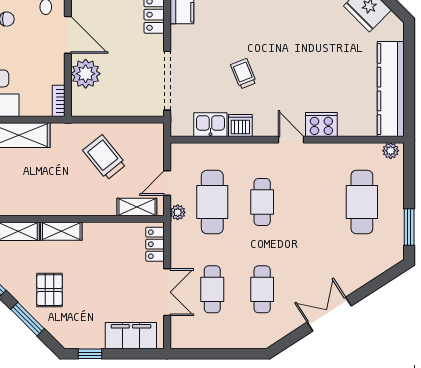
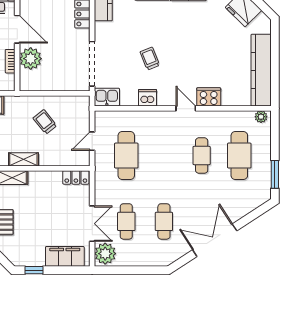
bookcase: (59, 101) -> (10, 61), moved
kitchen sink: (210, 125) -> (107, 97), moved
trolley: (105, 157) -> (45, 122), width x0.73, depth x0.72
cafe table: (262, 202) -> (202, 156), moved
shelving: (137, 207) -> (23, 159), moved
plant: (178, 212) -> (105, 254), moved, width x1.88, depth x1.88
locker: (155, 244) -> (76, 177), moved, turned -90
double door: (329, 314) -> (215, 240), width x1.37

